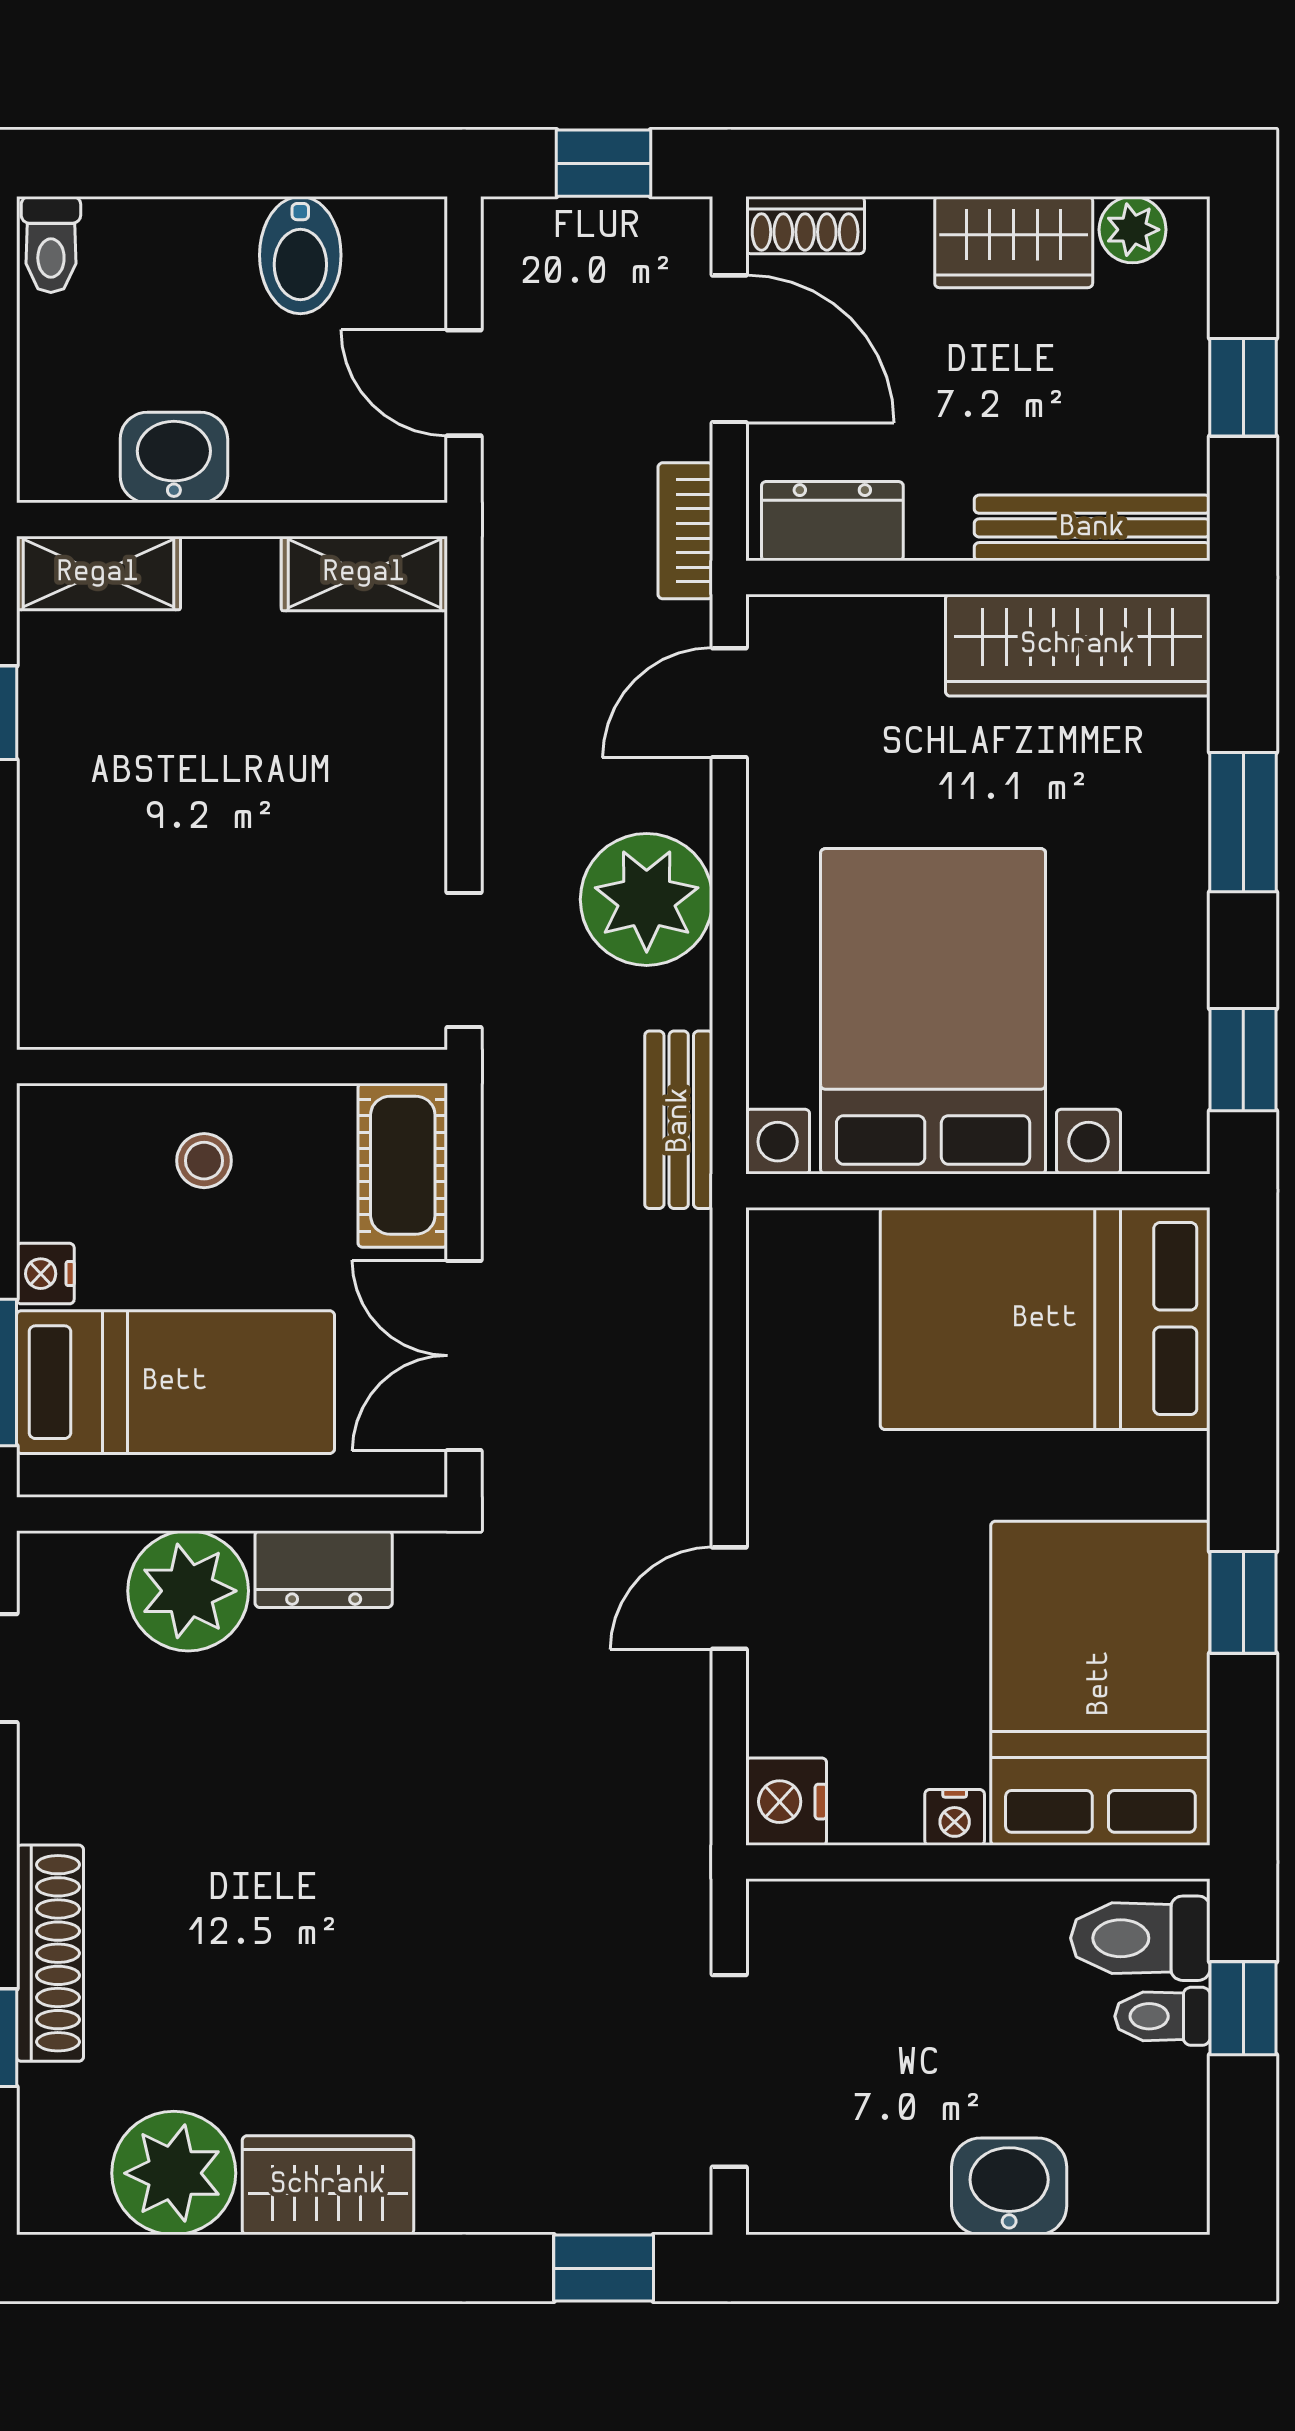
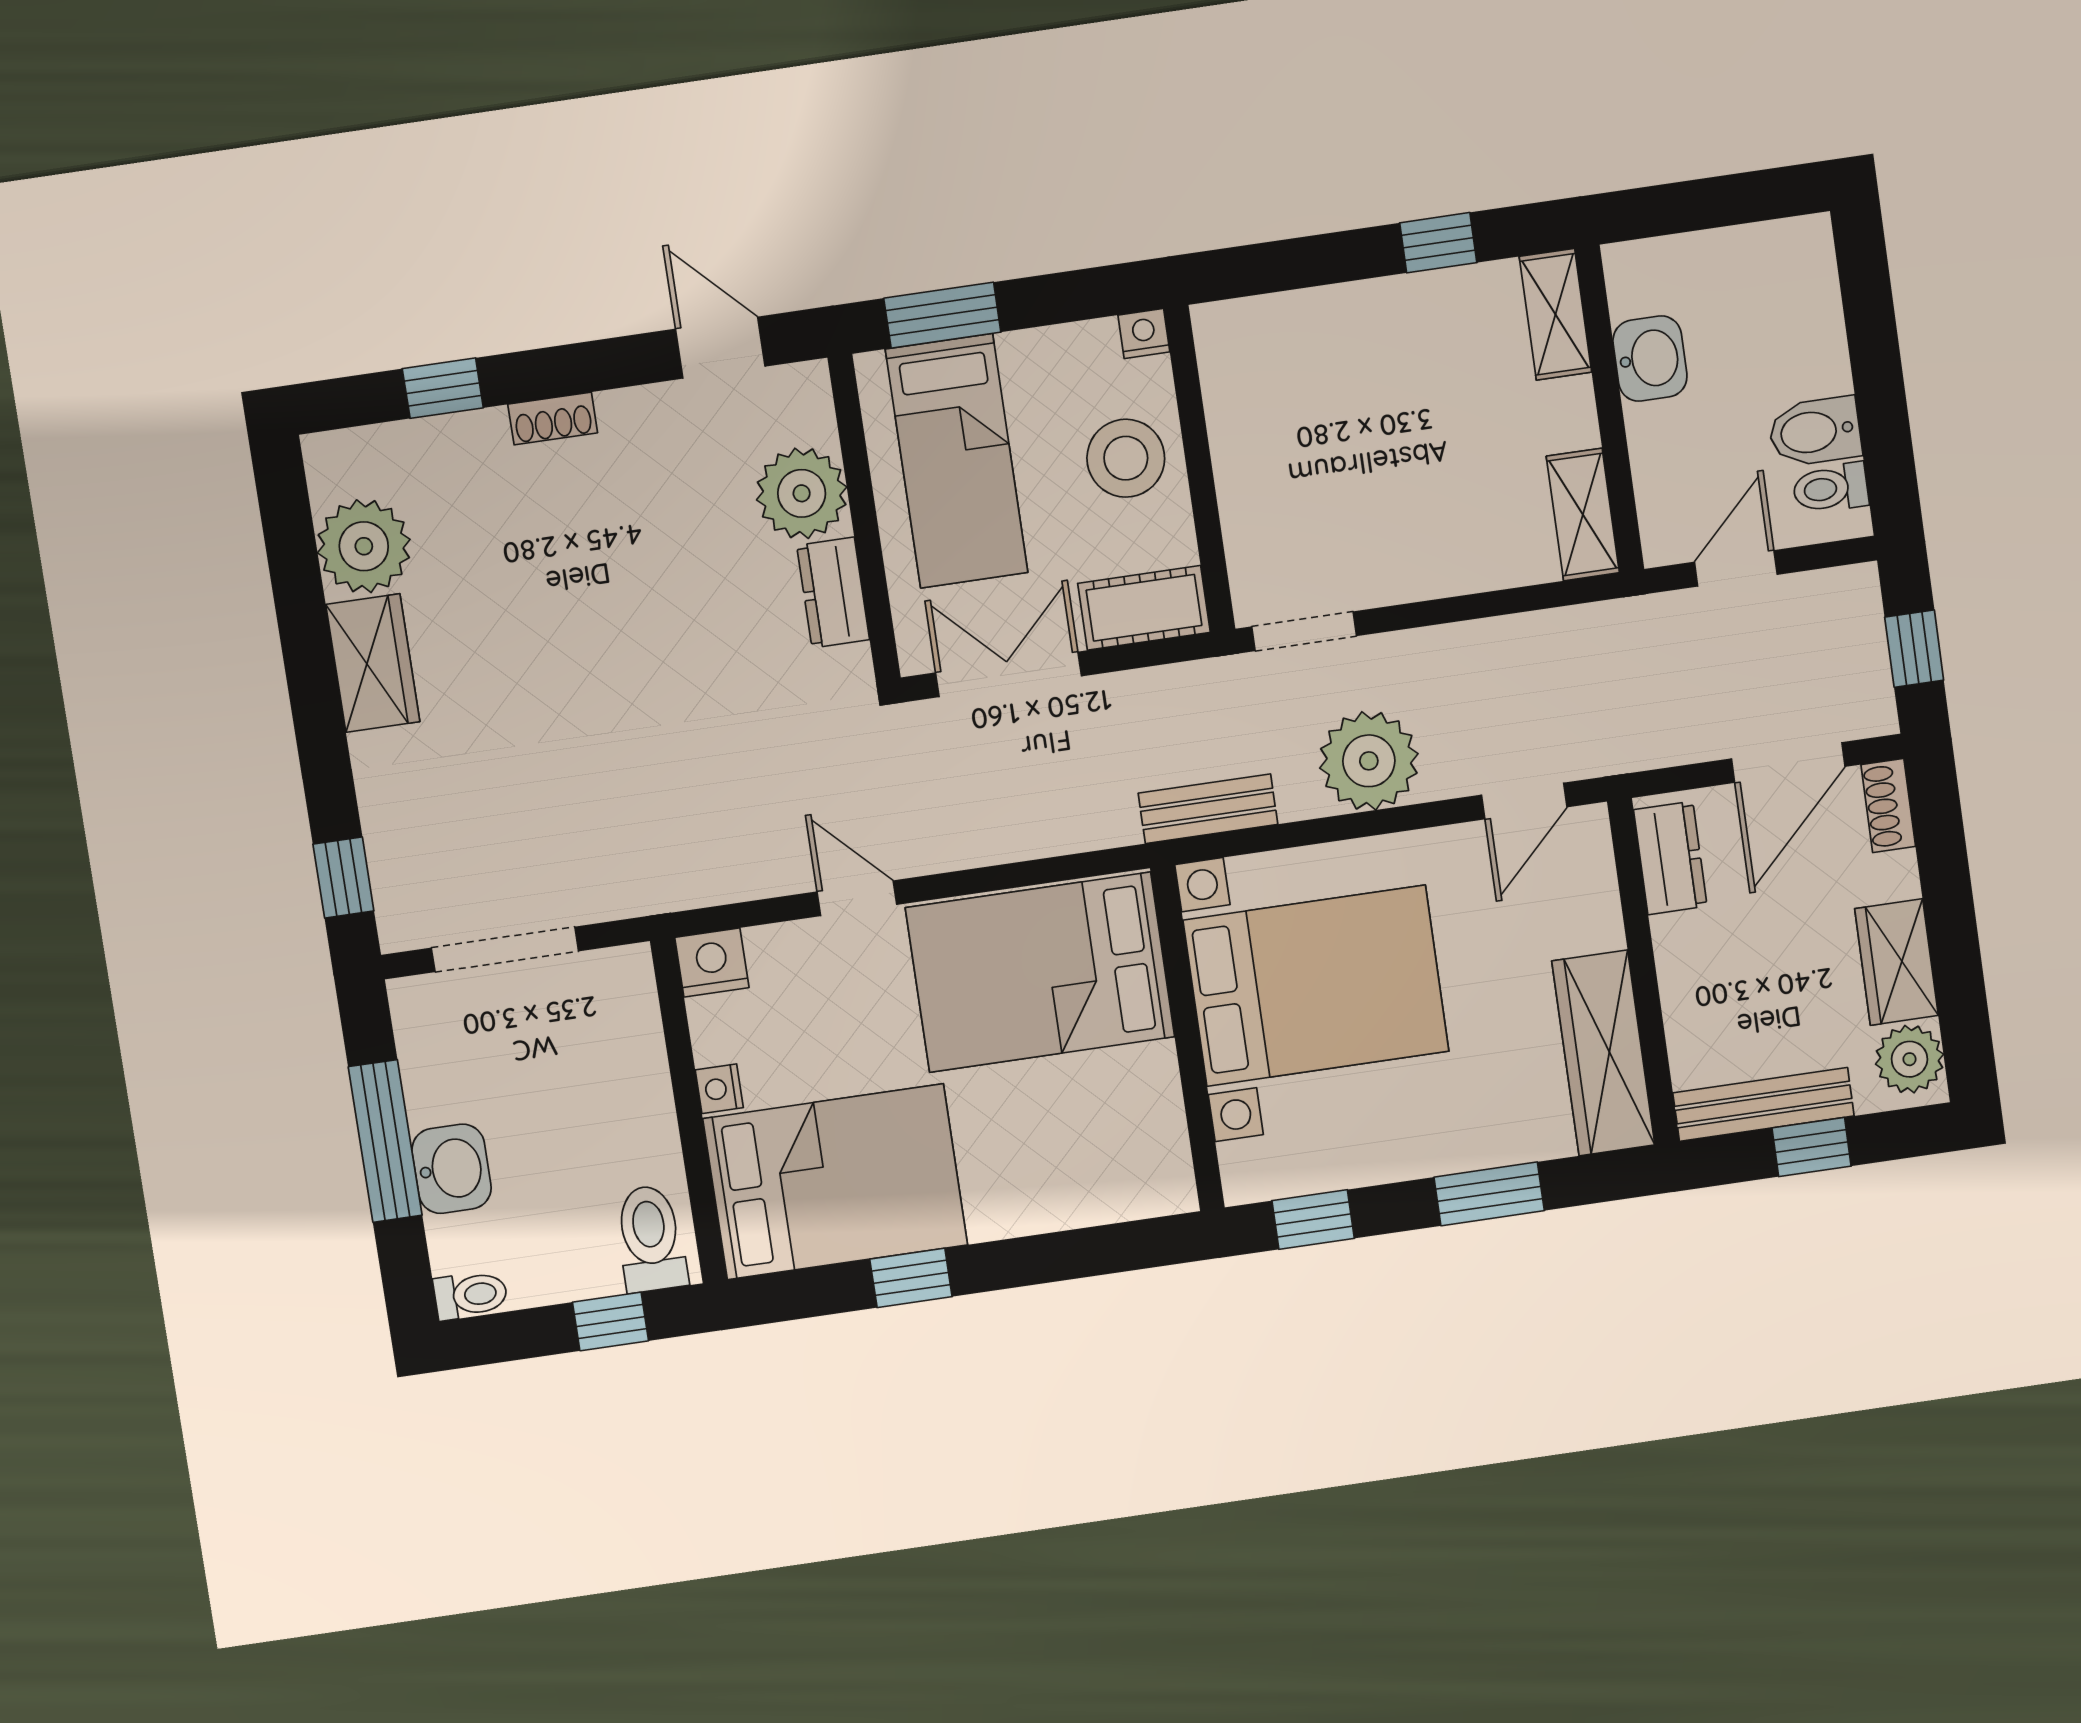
plant: (1133, 230) -> (1910, 1059), width x1.38, depth x1.38
toilet: (51, 244) -> (1831, 488), moved
bench: (1092, 528) -> (1763, 1104), moved, turned 90
bookcase: (685, 531) -> (1648, 750), removed
door: (729, 703) -> (1524, 801), swing flipped
stool: (204, 1161) -> (1126, 458), width x1.89, depth x1.89
nightstand: (45, 1274) -> (1144, 333), moved
bed: (1045, 1319) -> (1040, 972), moved, turned -90
shoe rack: (50, 1953) -> (553, 419), width x0.51, depth x0.81
toilet: (1162, 2016) -> (471, 1295), moved, turned 90
window: (960, 2268) -> (385, 1141), added

